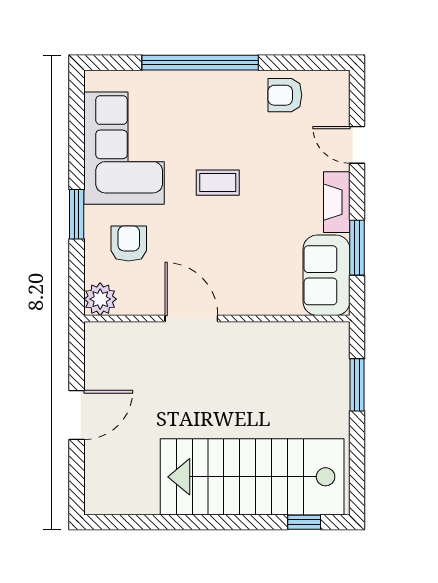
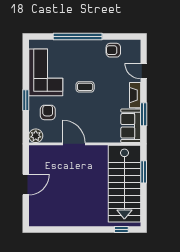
stairs: (252, 477) -> (124, 184), moved, turned -90

